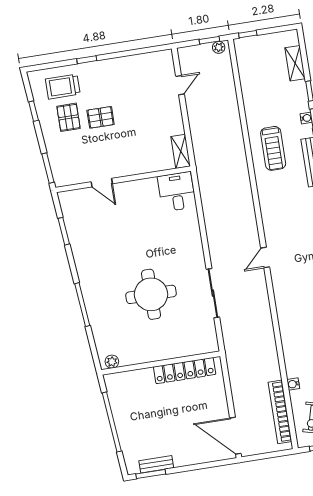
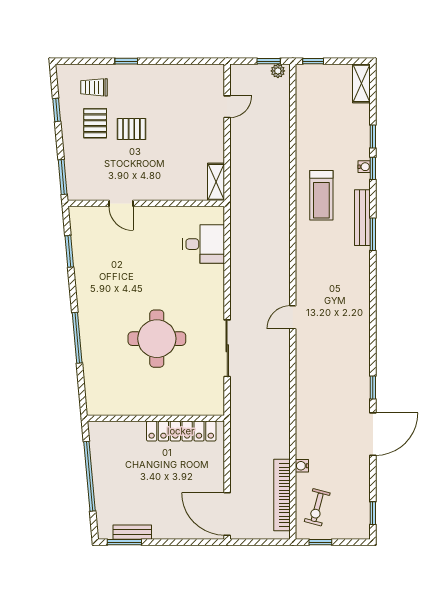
shelving: (295, 63) -> (361, 83), moved
trolley: (63, 87) -> (94, 87), width x0.73, depth x0.72
desk: (177, 192) -> (204, 244), moved, turned 90
plant: (112, 362) -> (100, 408), removed

